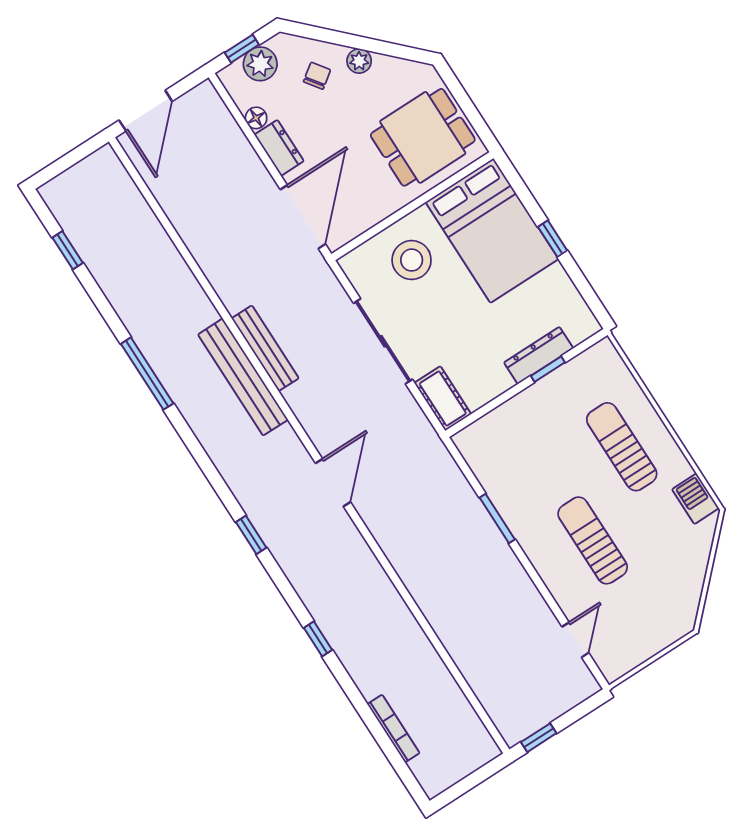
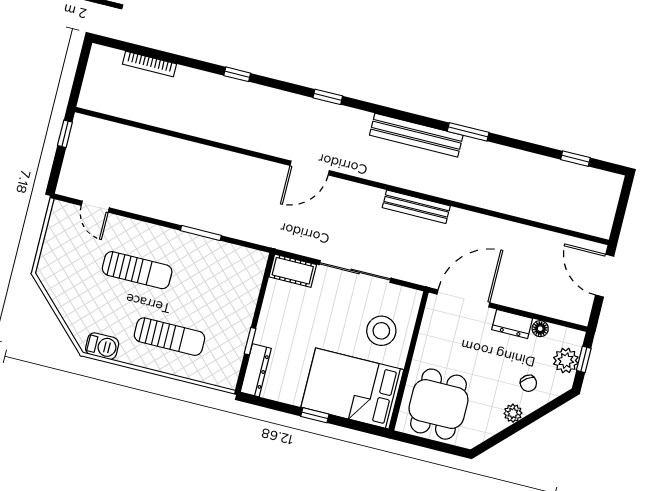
door: (303, 217) -> (463, 298), swing flipped
dresser: (539, 355) -> (256, 370), moved
window: (147, 374) -> (468, 132), width x0.69
bench: (243, 377) -> (416, 135), moved
door: (333, 483) -> (310, 168), hinge flipped

